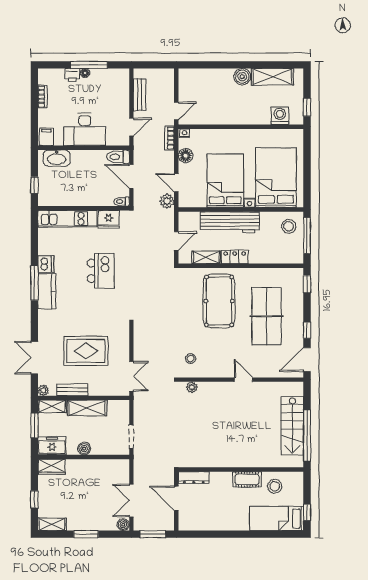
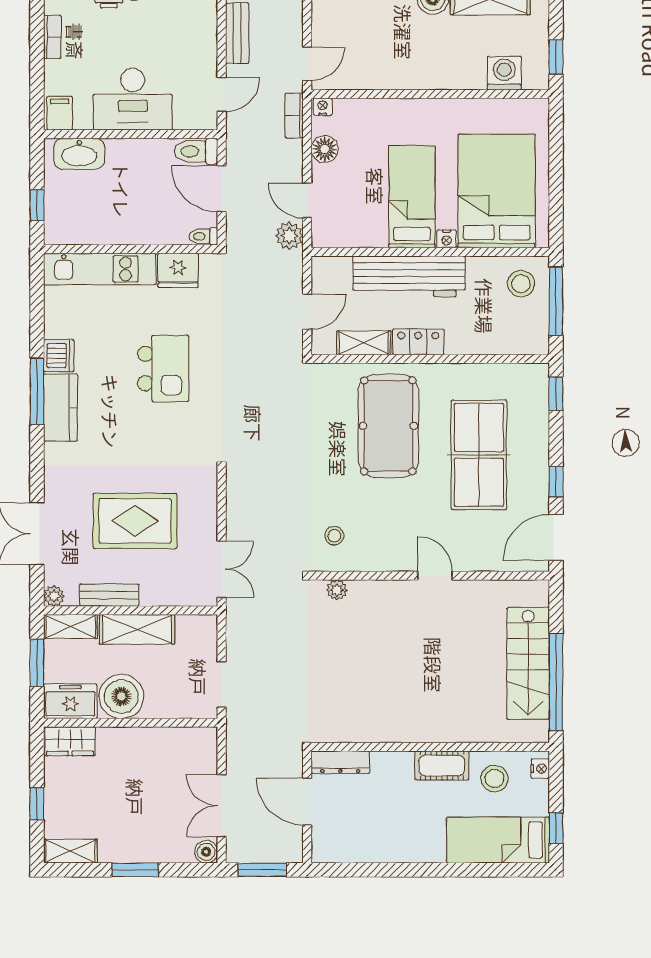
bed: (225, 181) -> (412, 197), width x0.67
boiler: (84, 449) -> (121, 696), width x1.86, depth x1.86
nightstand: (299, 481) -> (540, 769), added

